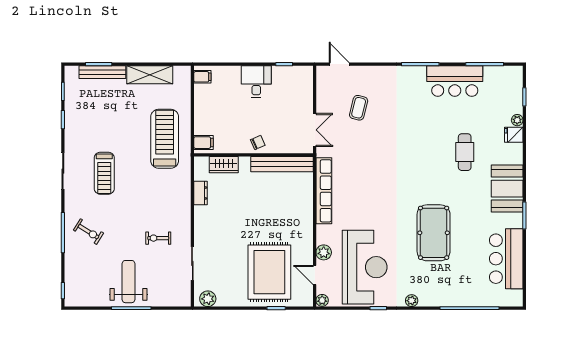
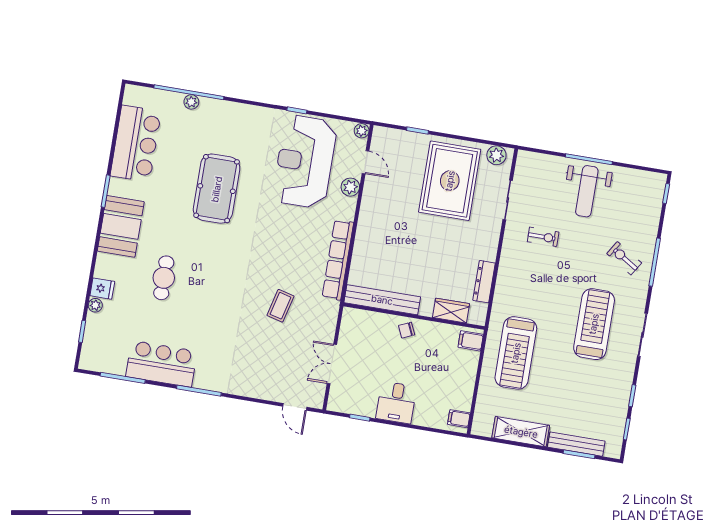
coffee table: (359, 108) -> (280, 306), moved
double door: (315, 130) -> (332, 364), moved
treadmill: (104, 173) -> (594, 324), width x1.37, depth x1.38
dresser: (201, 193) -> (484, 282), width x1.44
rug: (269, 272) -> (450, 181), moved
plant: (412, 301) -> (191, 102), moved

